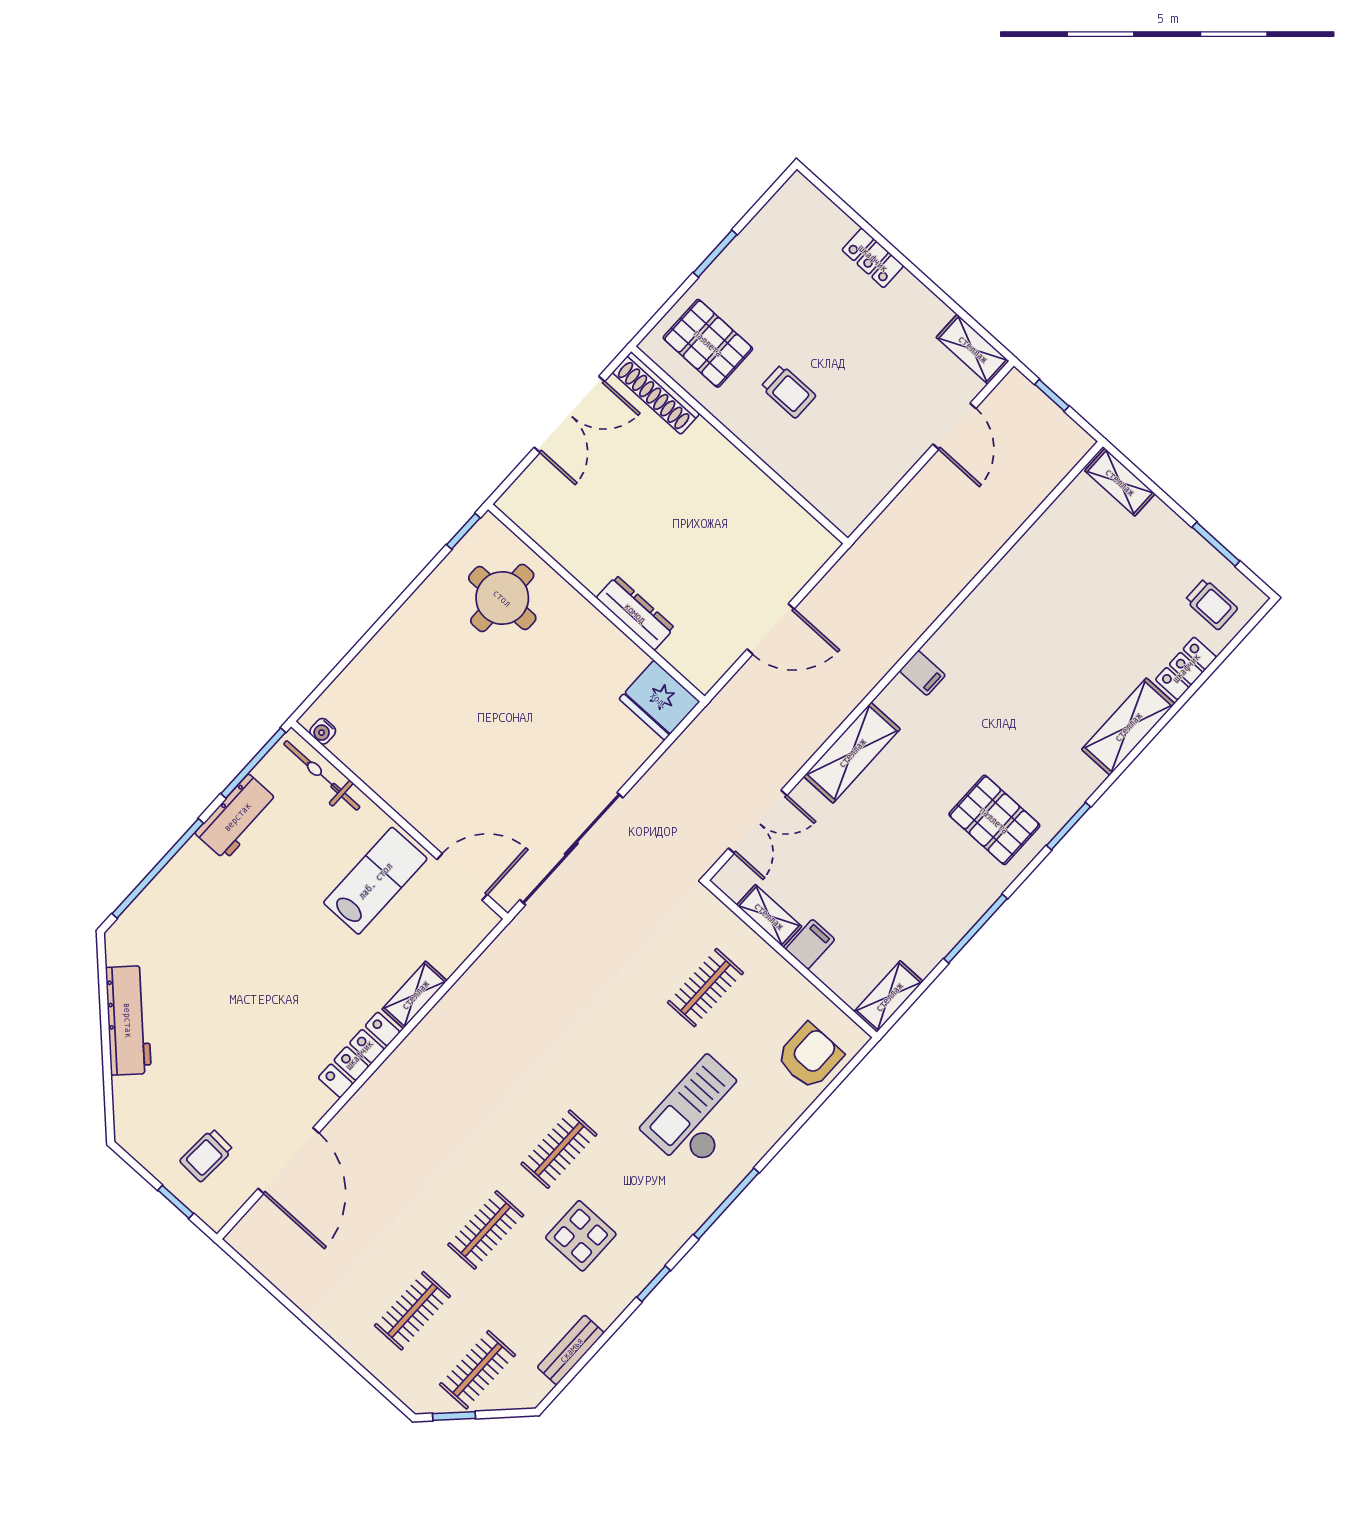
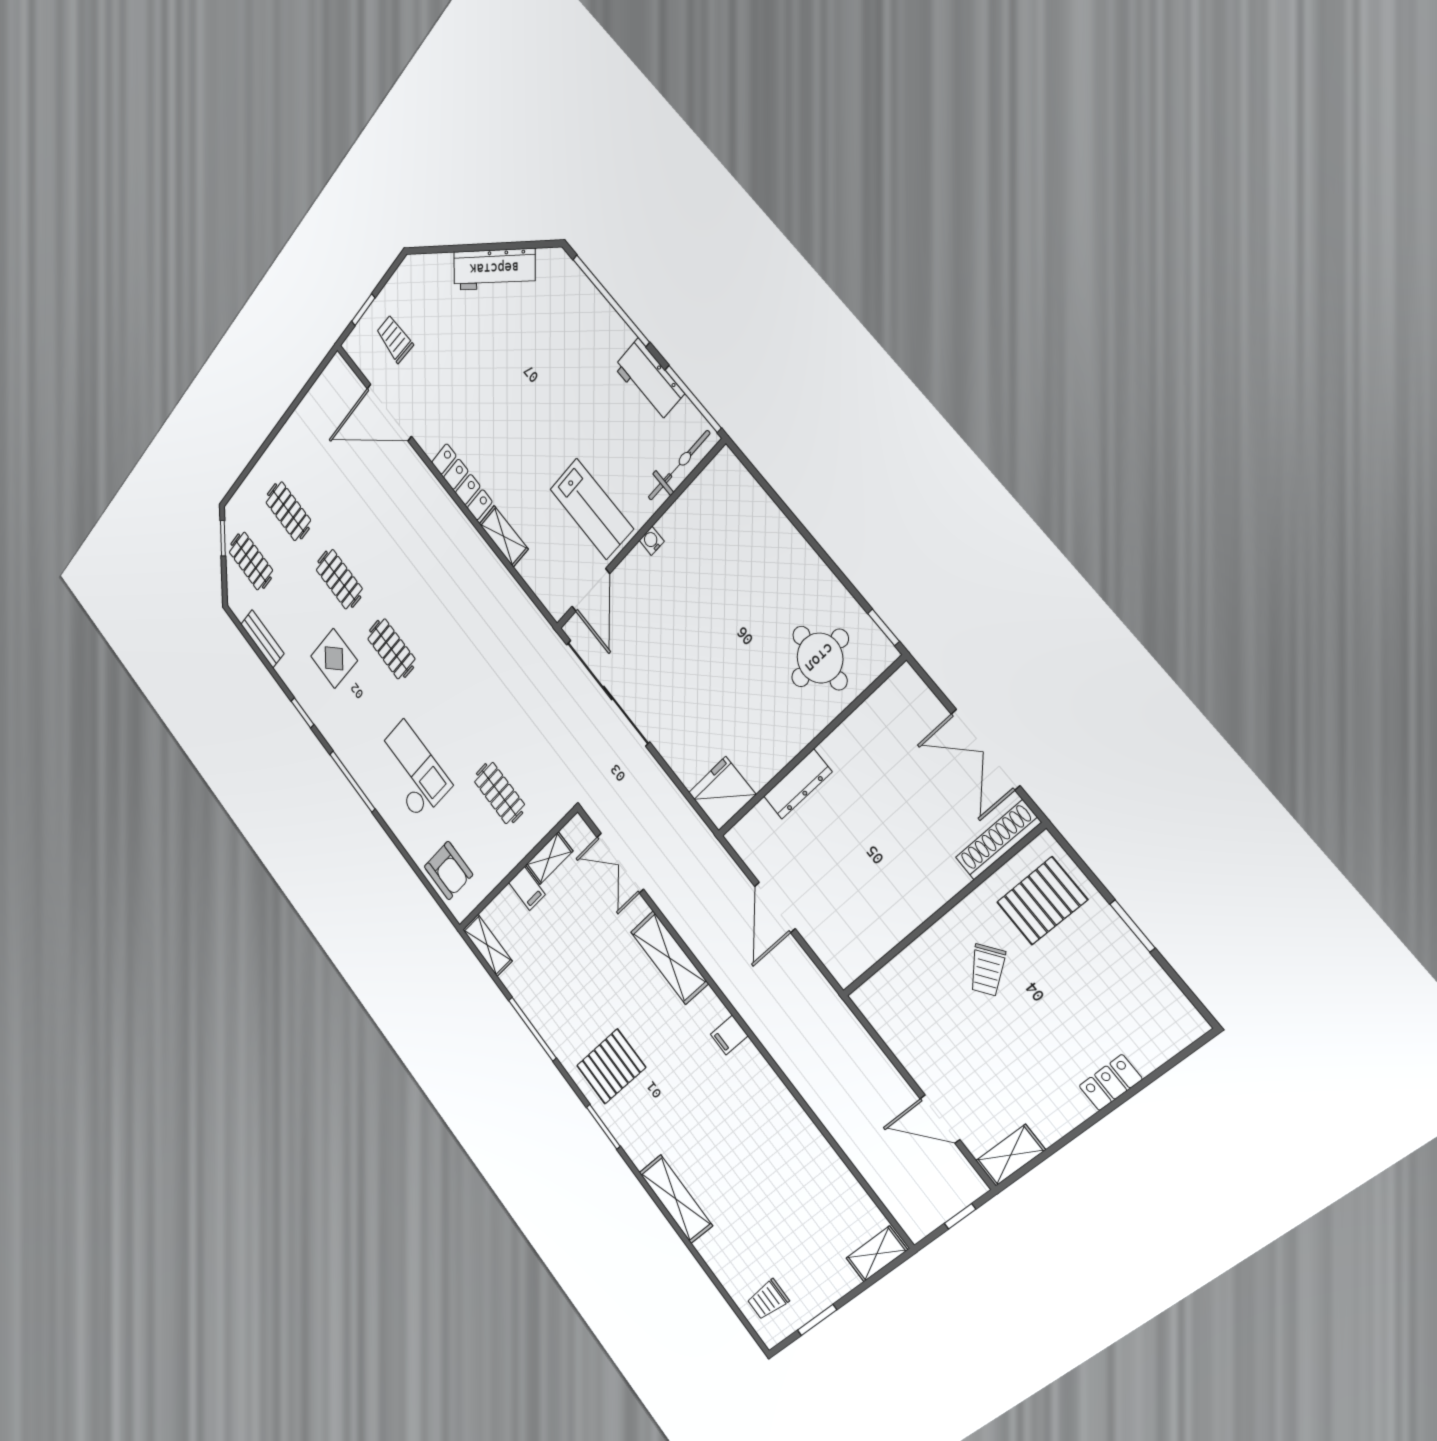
trolley: (788, 391) -> (987, 970), turned -39
locker: (1186, 668) -> (718, 1261), removed
water cooler: (323, 731) -> (652, 541), moved

